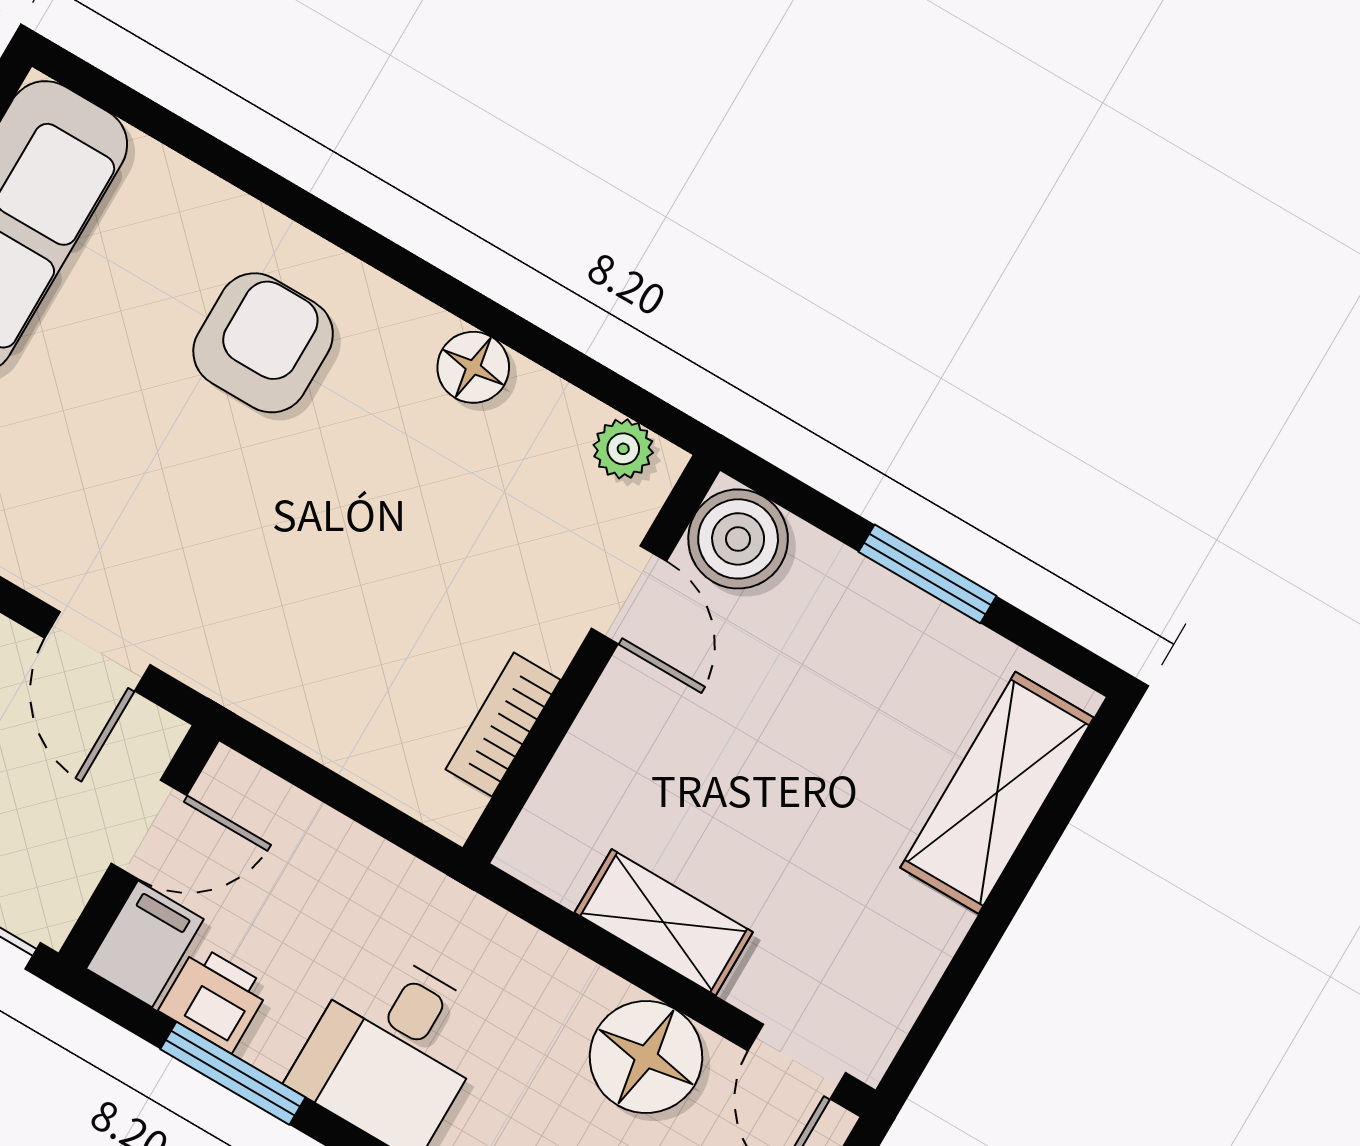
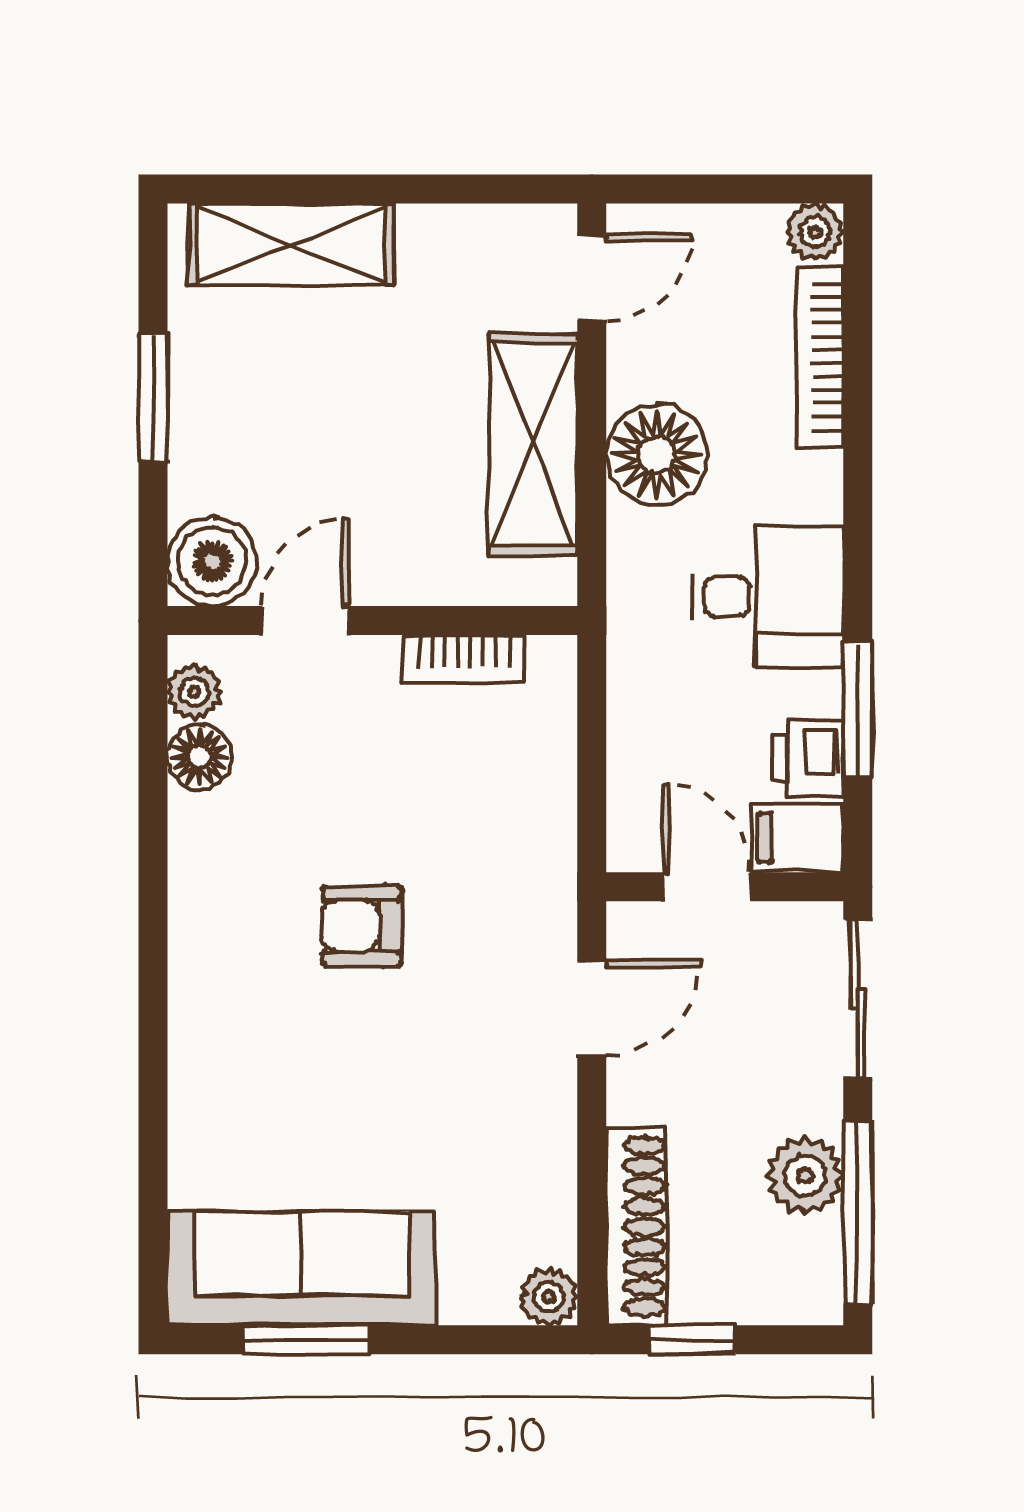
armchair: (263, 343) -> (362, 926), moved, width x0.72, depth x0.72
floor lamp: (473, 367) -> (200, 757), moved
shelving: (664, 922) -> (533, 444), width x1.50, depth x1.33
floor lamp: (646, 1057) -> (657, 455), moved

